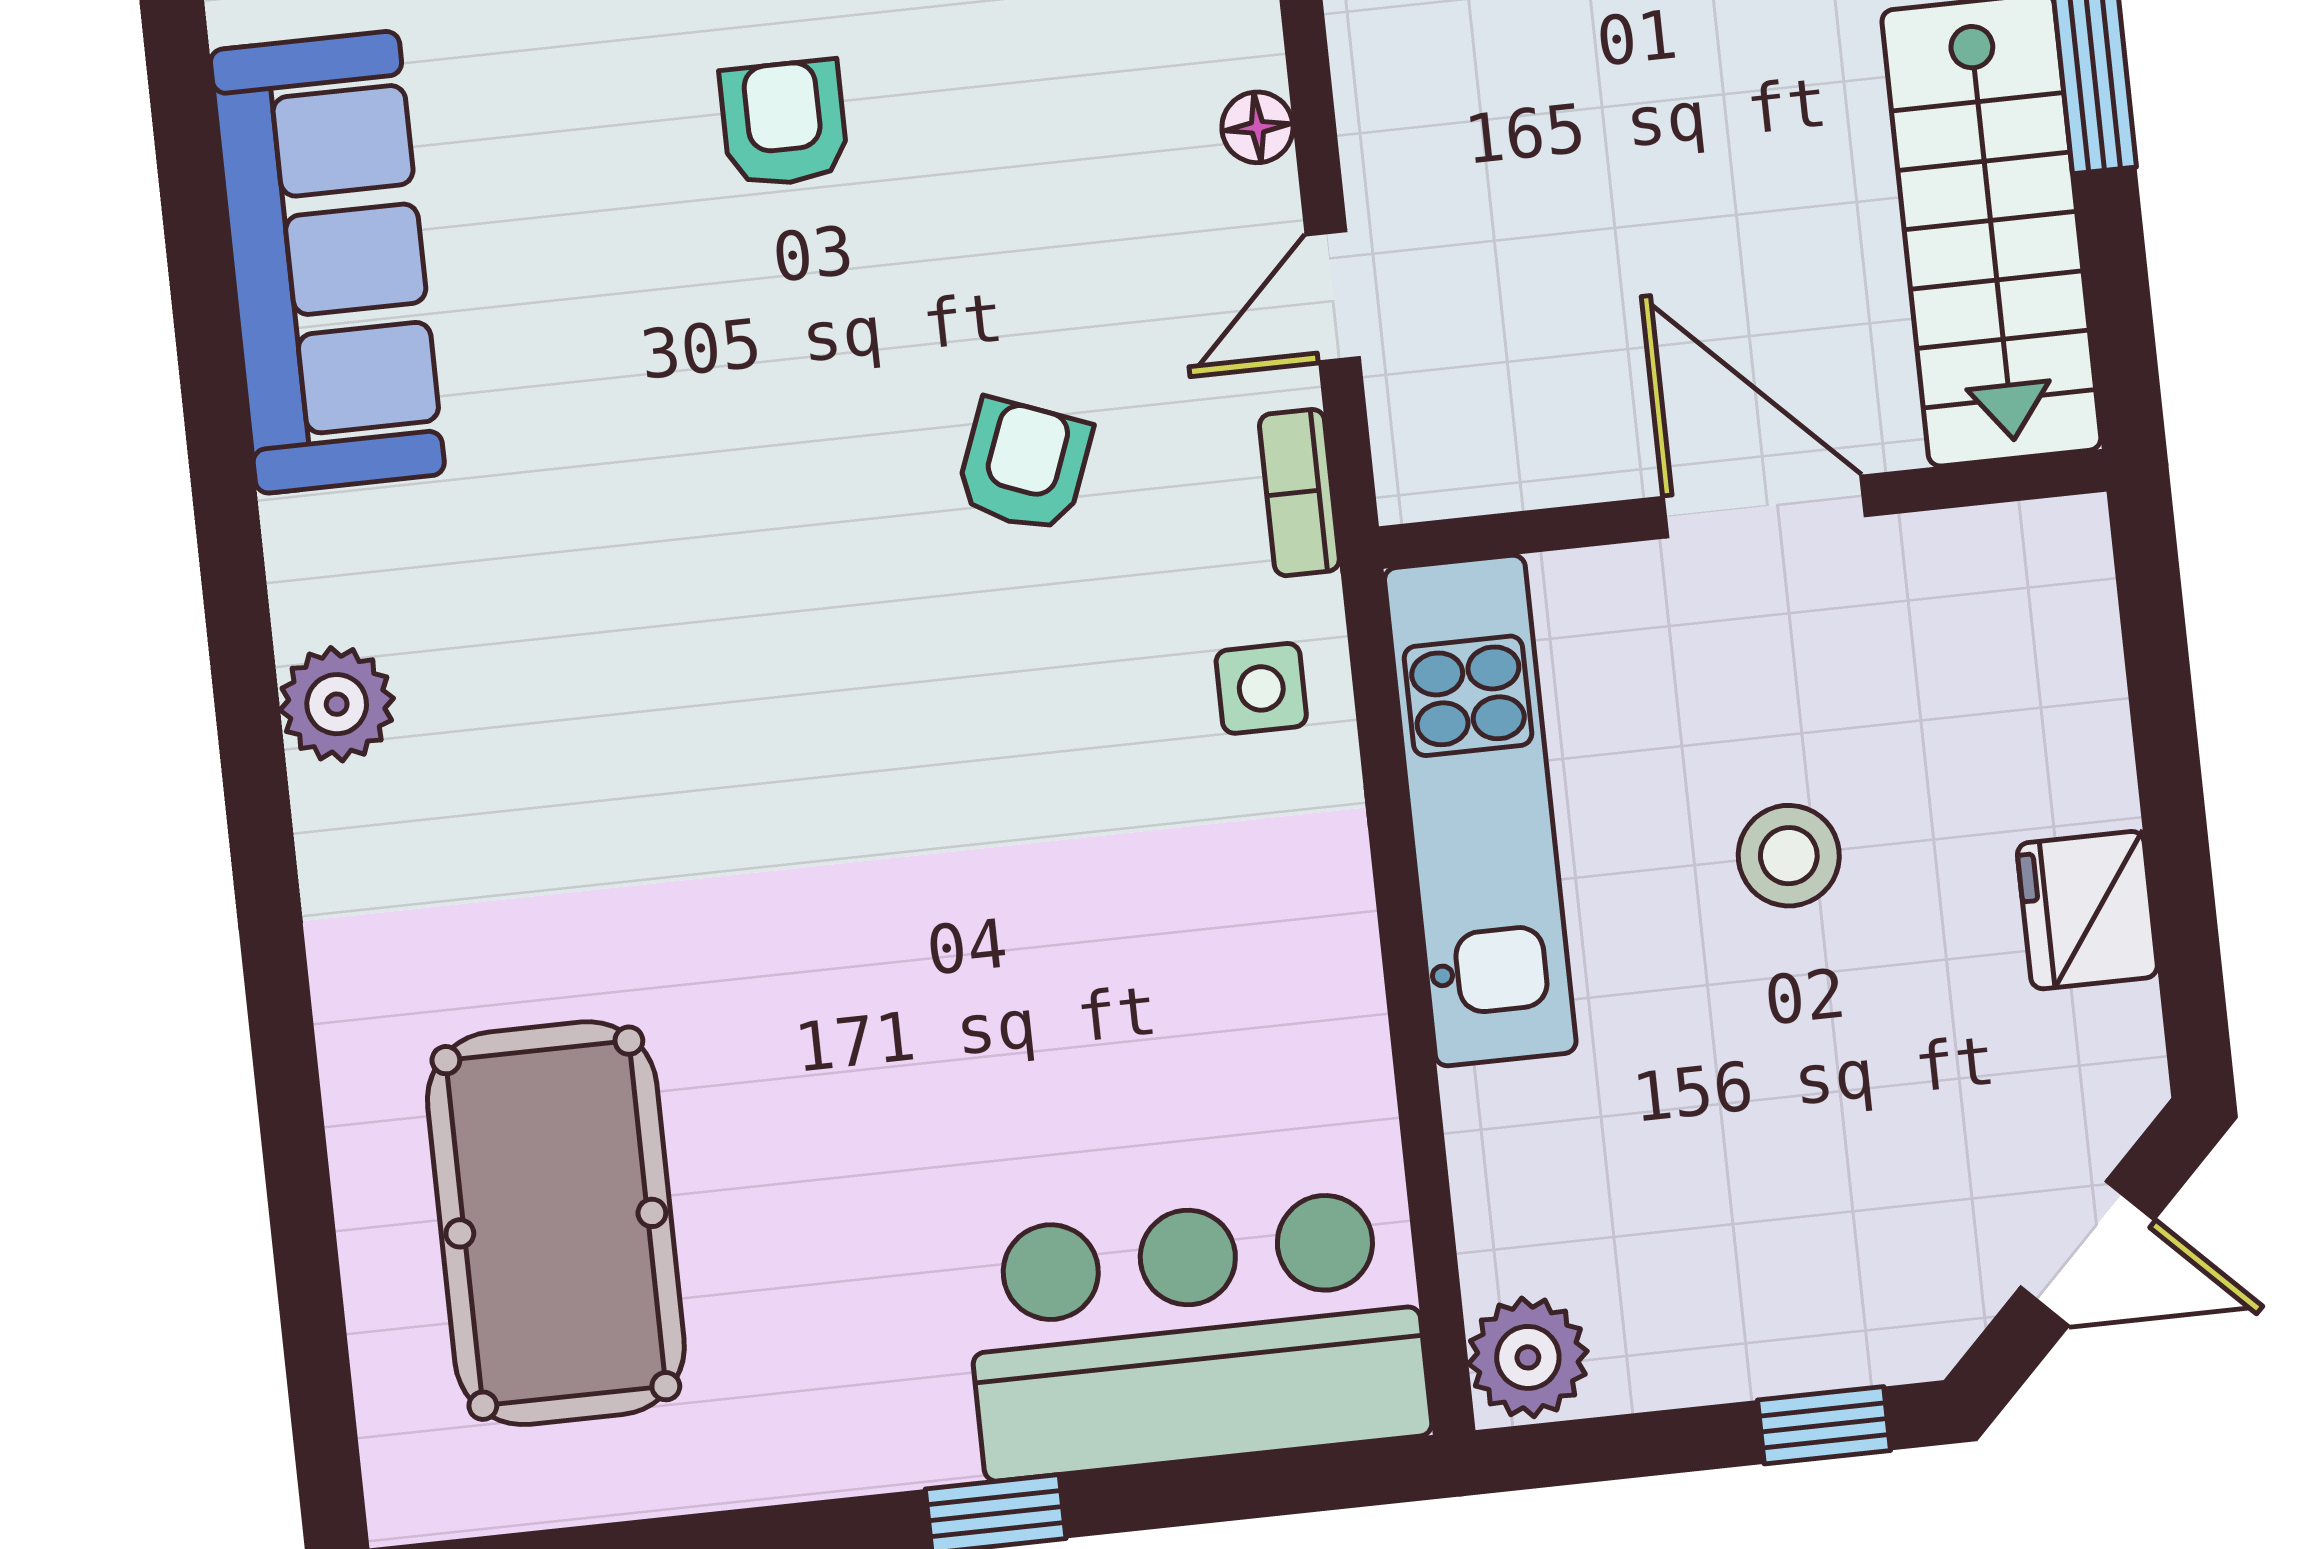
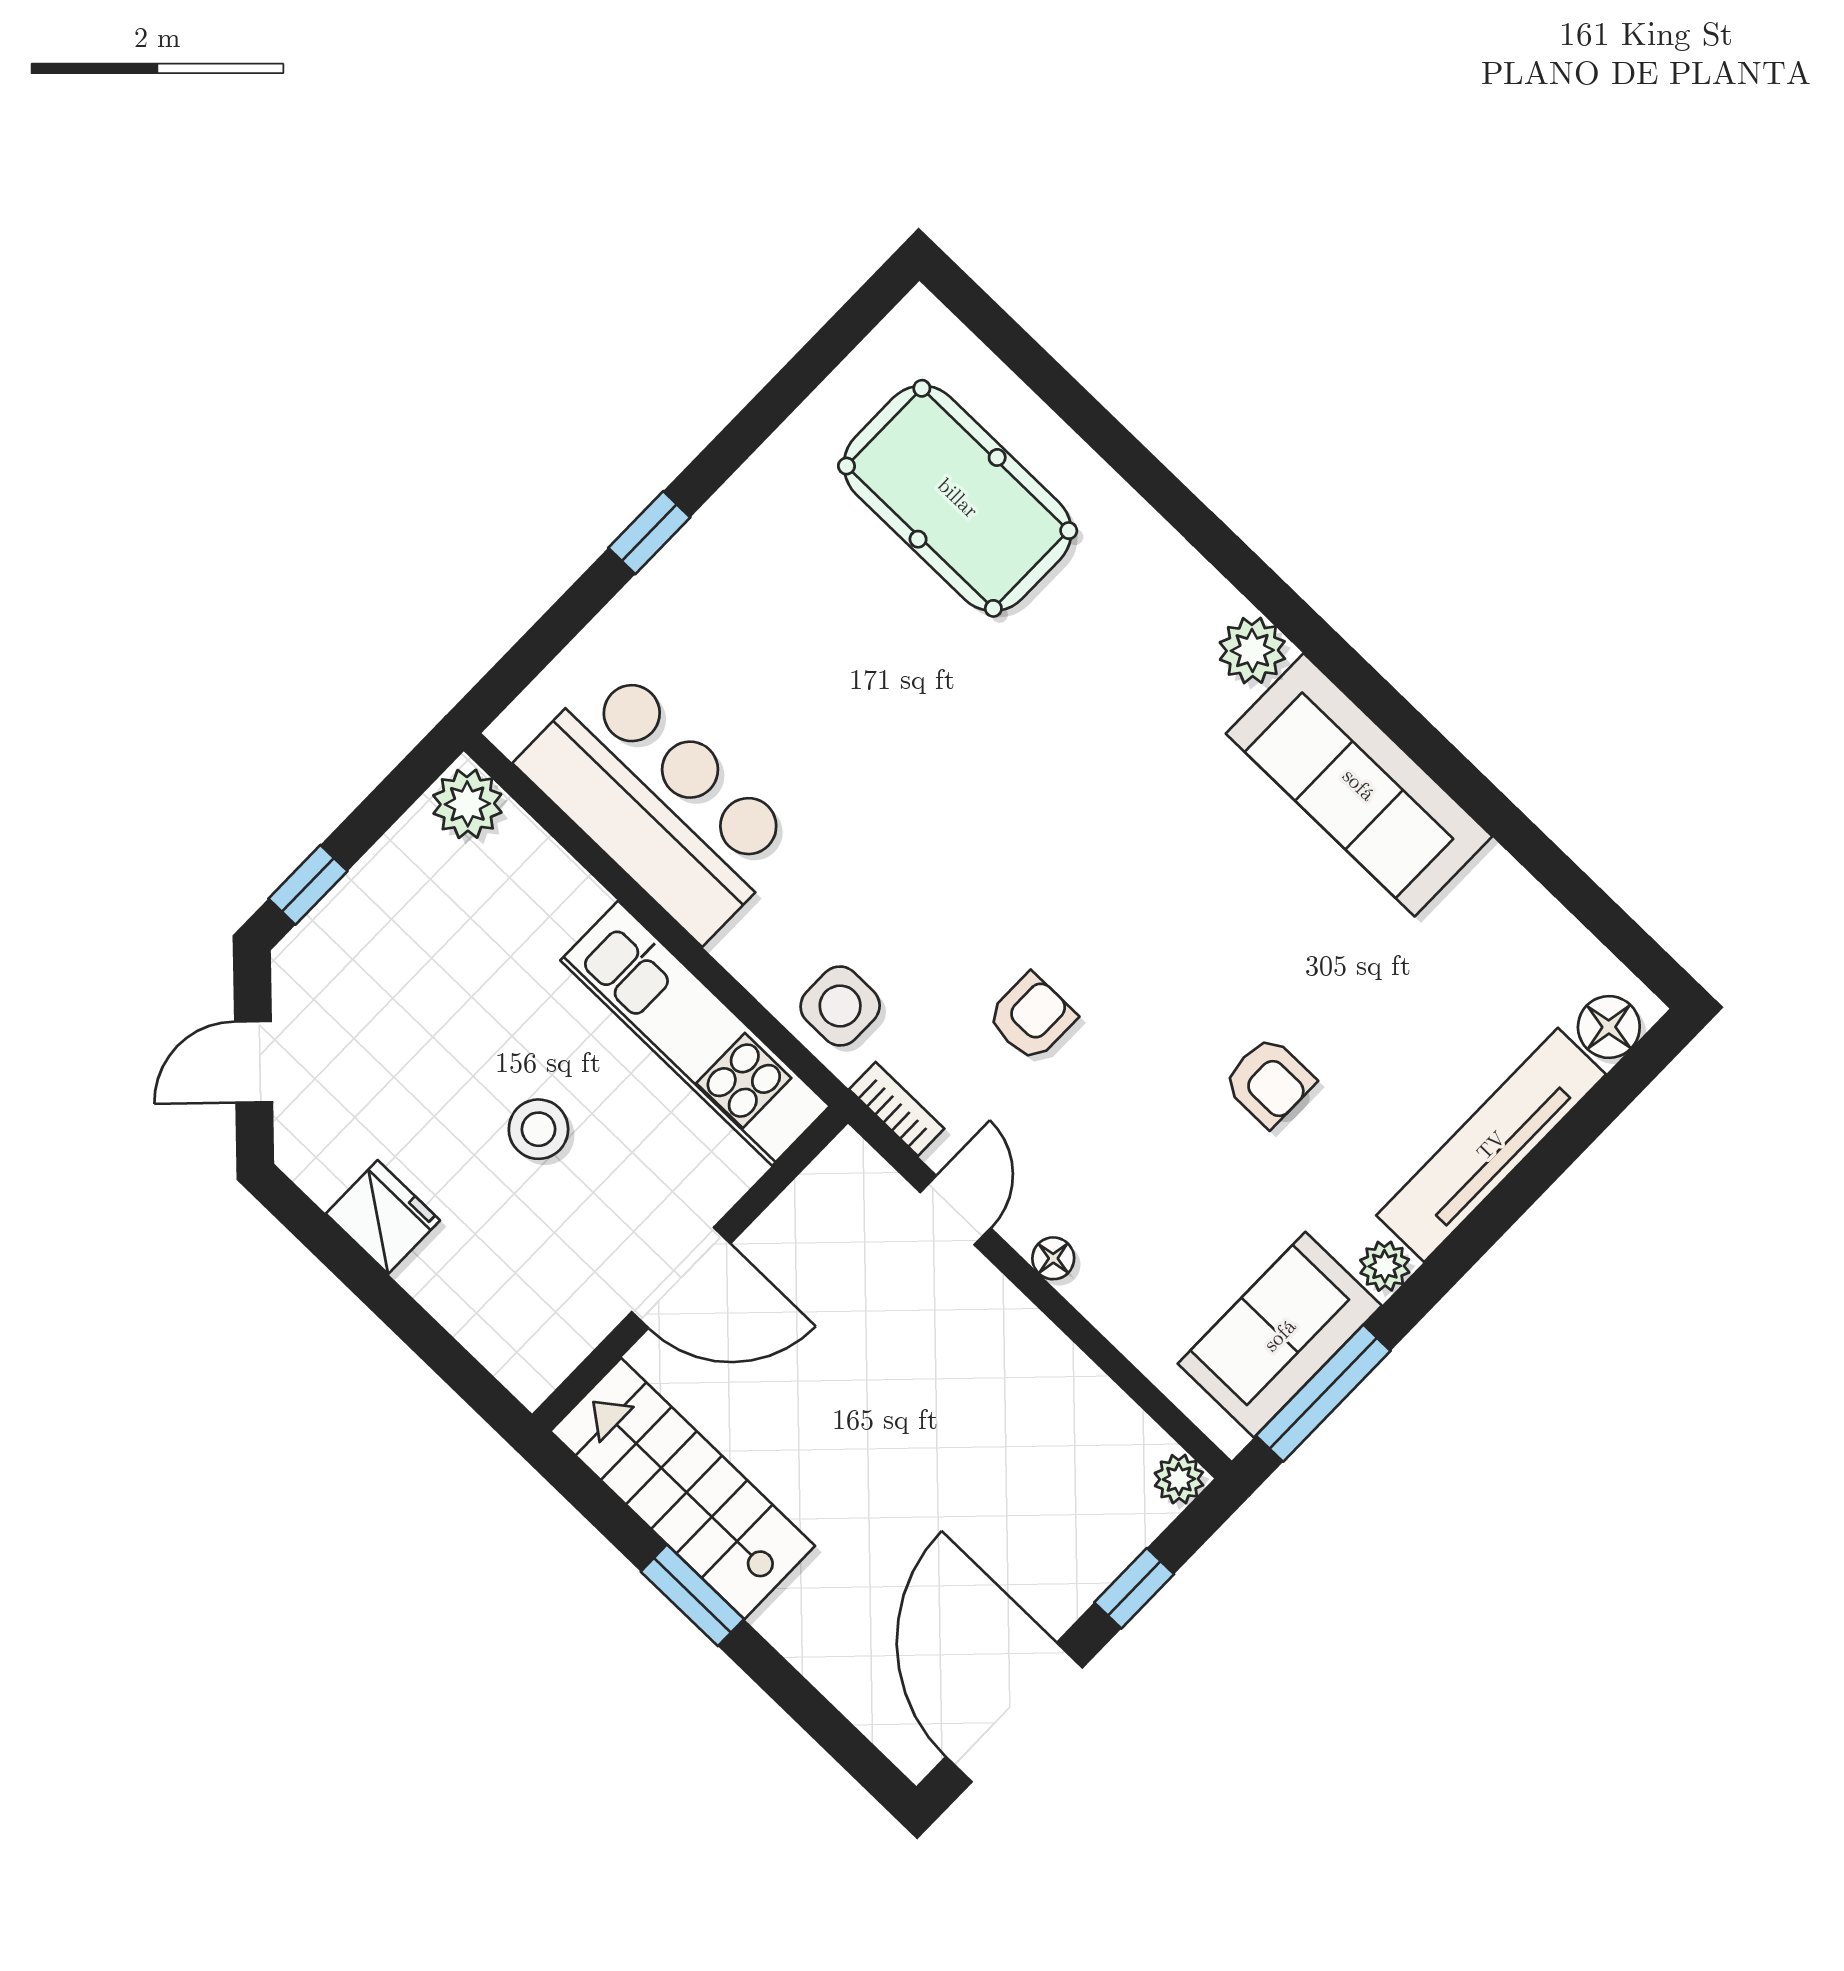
sofa: (327, 262) -> (1359, 785), moved
armchair: (1024, 465) -> (1031, 1017), turned -111
side table: (1261, 688) -> (840, 1006), width x1.37, depth x1.37
bar counter: (1196, 1334) -> (658, 802), moved, turned -90

